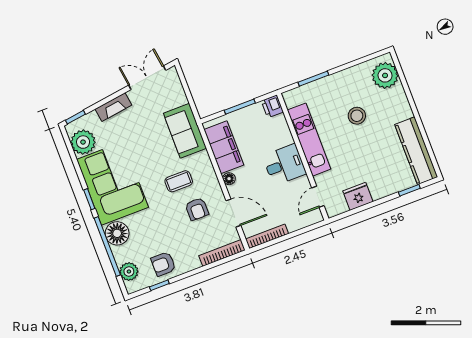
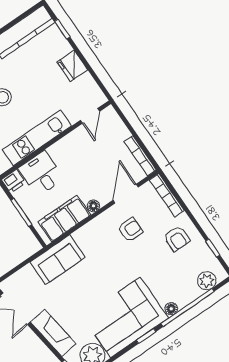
fireplace: (113, 107) -> (53, 333), width x1.37, depth x1.32
desk: (284, 165) -> (41, 173), moved
coffee table: (179, 181) -> (108, 254), removed
fridge: (358, 196) -> (72, 66), moved
door: (318, 197) -> (90, 116), hinge flipped
floor lamp: (117, 233) -> (171, 309), width x0.53, depth x0.53
armchair: (163, 264) -> (177, 238), moved

